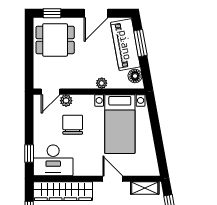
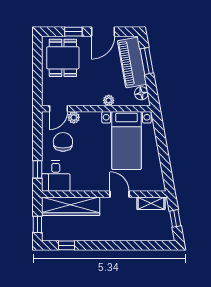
window: (52, 13) -> (73, 32), moved
dining table: (55, 40) -> (63, 58), turned 90
chair: (73, 125) -> (63, 142), moved
desk: (53, 160) -> (56, 176), width x0.73

